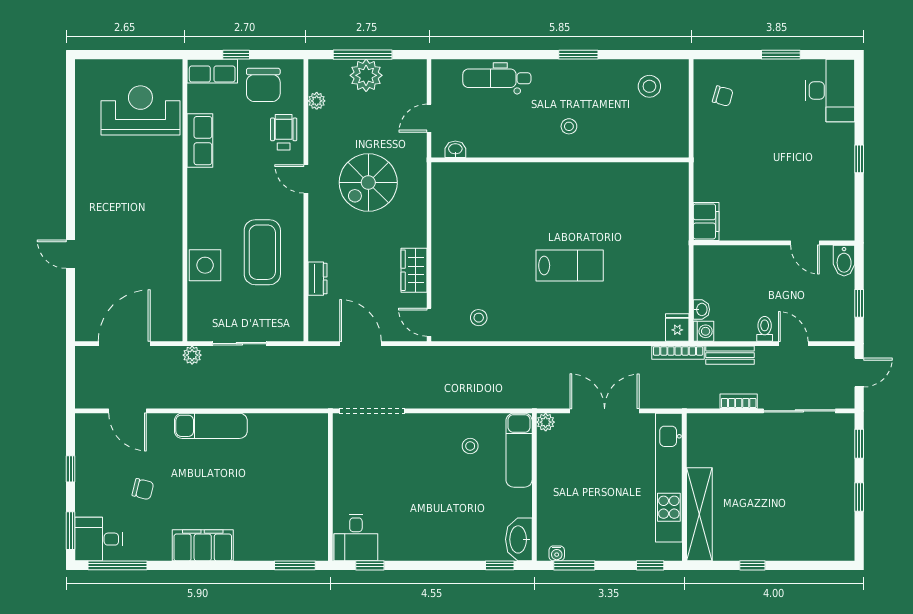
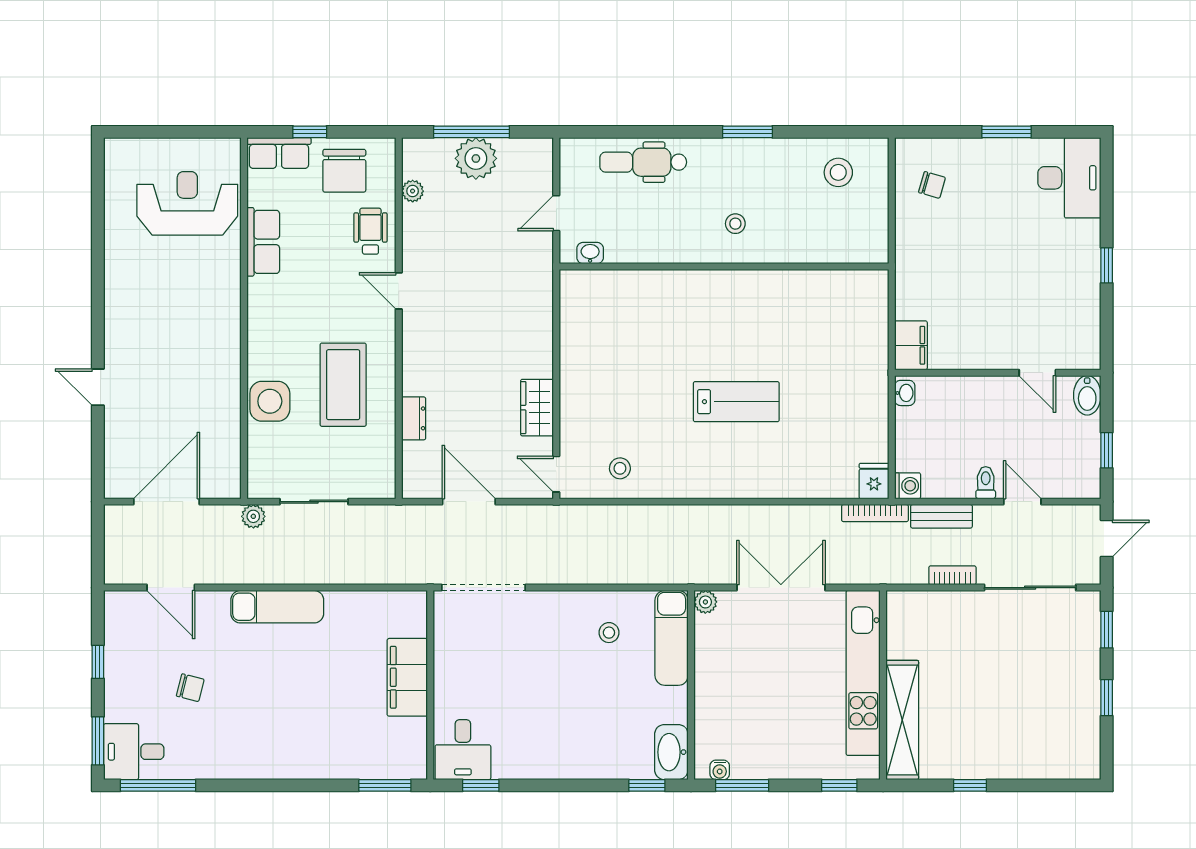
spiral stairs: (368, 183) -> (479, 295), removed
washbasin: (701, 309) -> (905, 393), moved
filing cabinet: (203, 545) -> (407, 677), moved, turned -90

